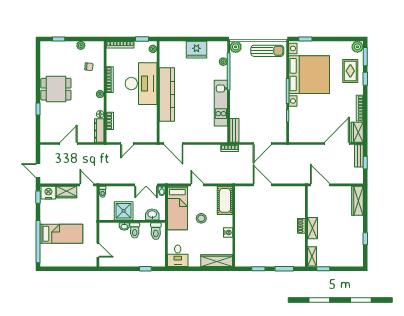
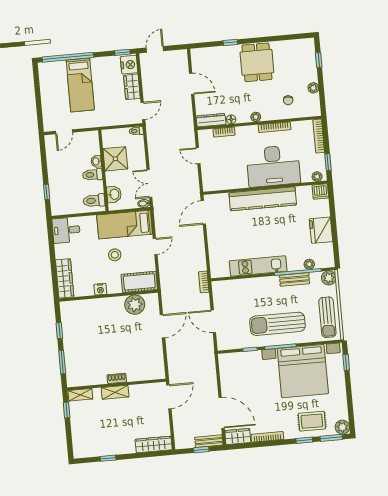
dishwasher: (165, 47) -> (320, 192), added
sun lounger: (269, 92) -> (277, 324), added
bench: (234, 130) -> (294, 279), moved
plant: (243, 206) -> (135, 305), added

